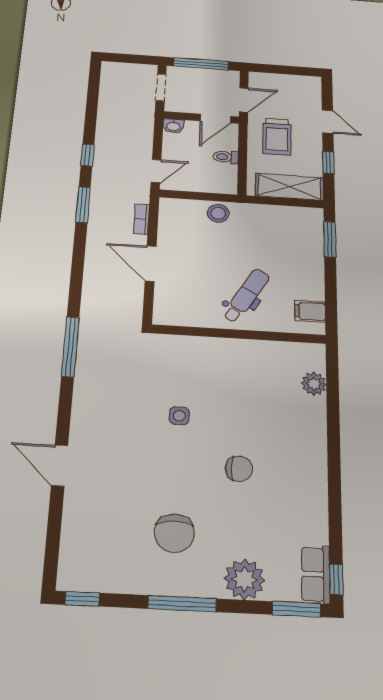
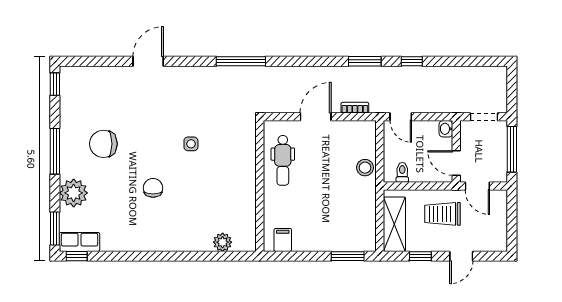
toilet: (226, 157) -> (402, 172), moved
dental chair: (246, 296) -> (283, 160), moved, turned 59
chair: (239, 469) -> (153, 188), turned 180

